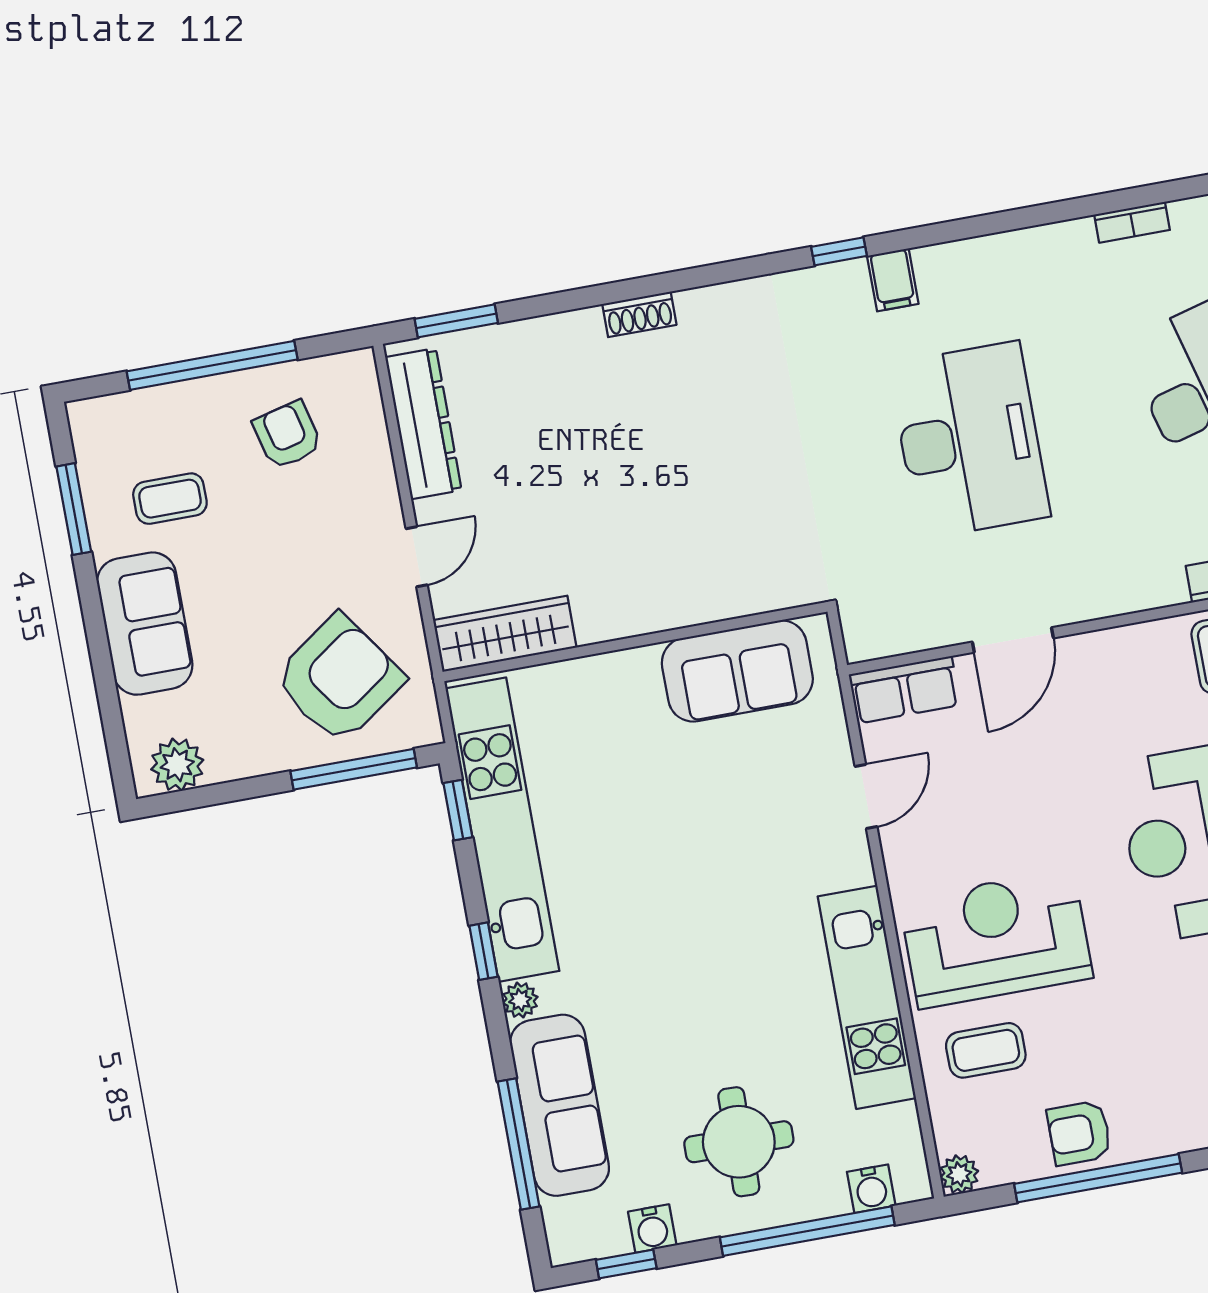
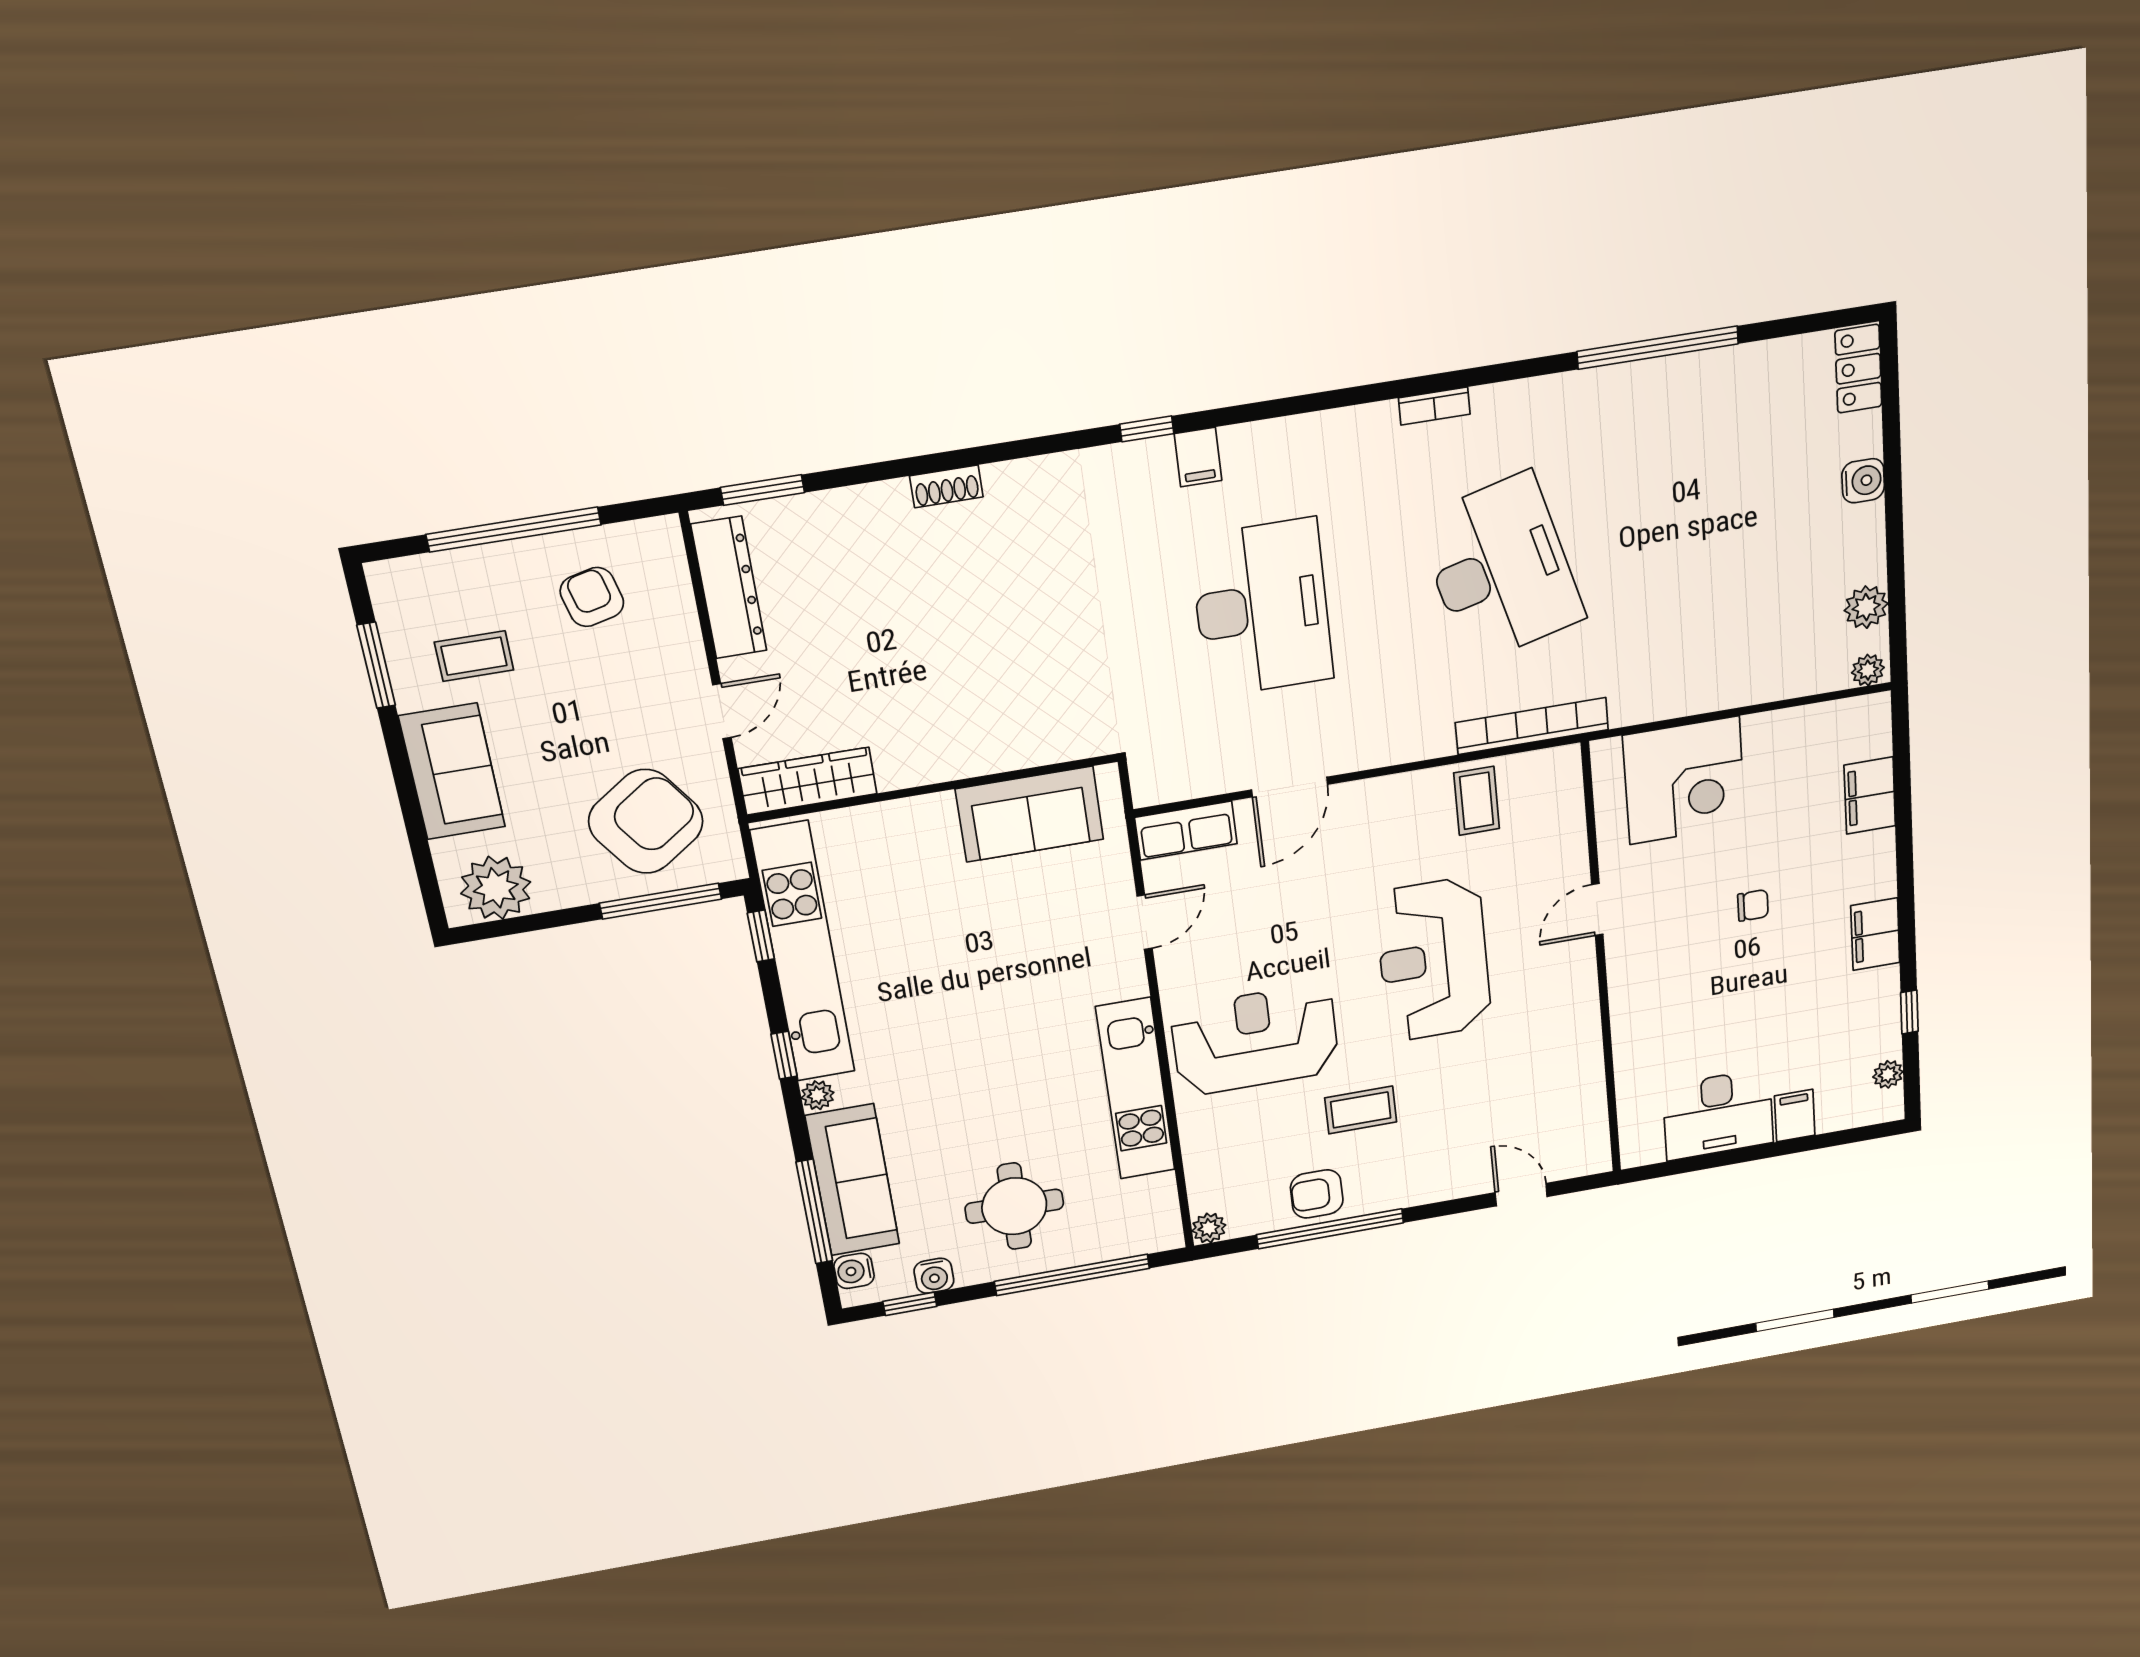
plant: (177, 765) -> (496, 888), width x1.36, depth x1.36
coffee table: (986, 1050) -> (1361, 1110), moved
water cooler: (871, 1189) -> (854, 1271), moved, turned 90

